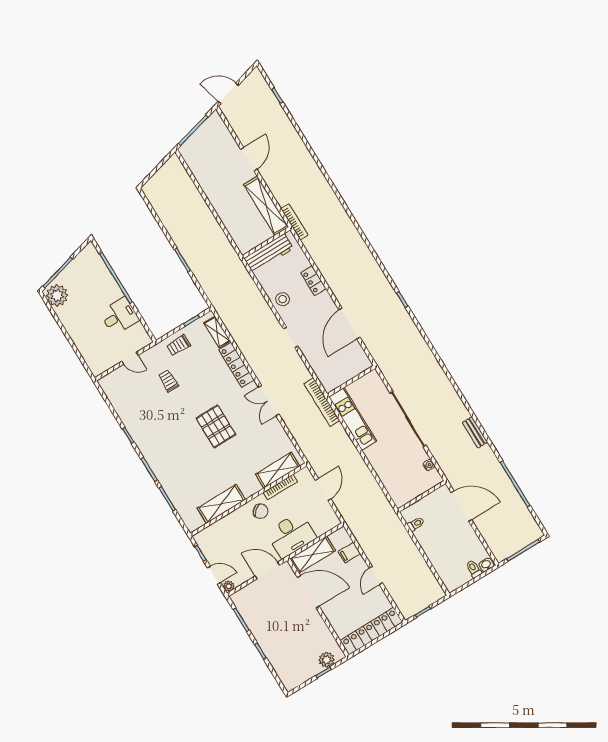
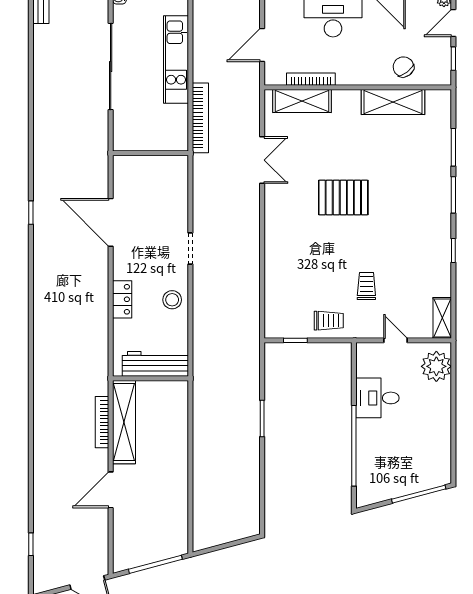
bookcase: (294, 222) -> (102, 422), moved
plant: (57, 295) -> (436, 366), moved
door: (349, 324) -> (111, 222), swing flipped
shelving: (217, 332) -> (442, 318), moved
locker: (236, 365) -> (274, 255), removed
trolley: (168, 381) -> (366, 286), turned 180
double door: (269, 401) -> (262, 160), moved
bookcase: (322, 402) -> (200, 118), moved
kitchen unit: (353, 419) -> (176, 59), moved
pallet: (216, 426) -> (343, 198), turned 90
chair: (260, 511) -> (403, 67), moved
door: (214, 575) -> (453, 23), hinge flipped

